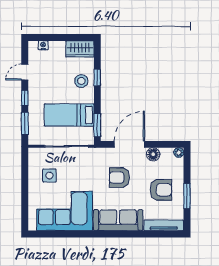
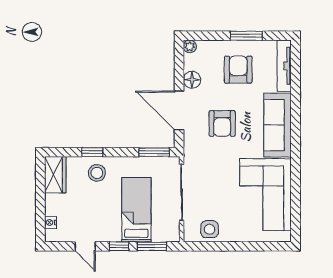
bed: (69, 115) -> (136, 210), moved, turned 180
side table: (49, 176) -> (210, 229), moved

